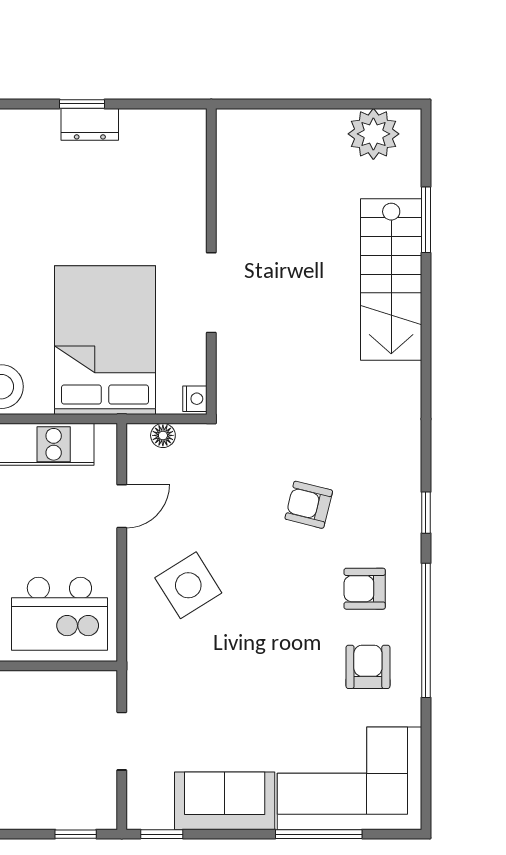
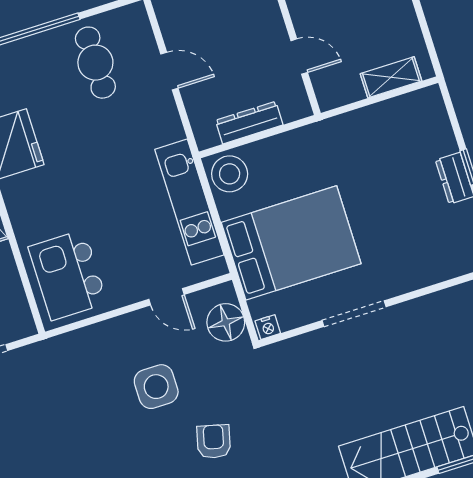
floor lamp: (163, 435) -> (226, 322), width x1.89, depth x1.89
side table: (188, 585) -> (156, 387), moved, turned 32

